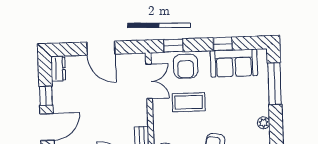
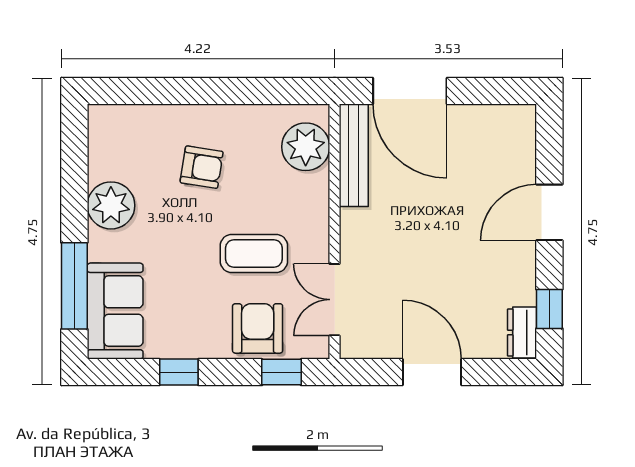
sofa: (234, 63) -> (115, 311), moved, turned 90
window: (46, 96) -> (549, 309), moved
plant: (264, 123) -> (111, 205), width x1.87, depth x1.87

